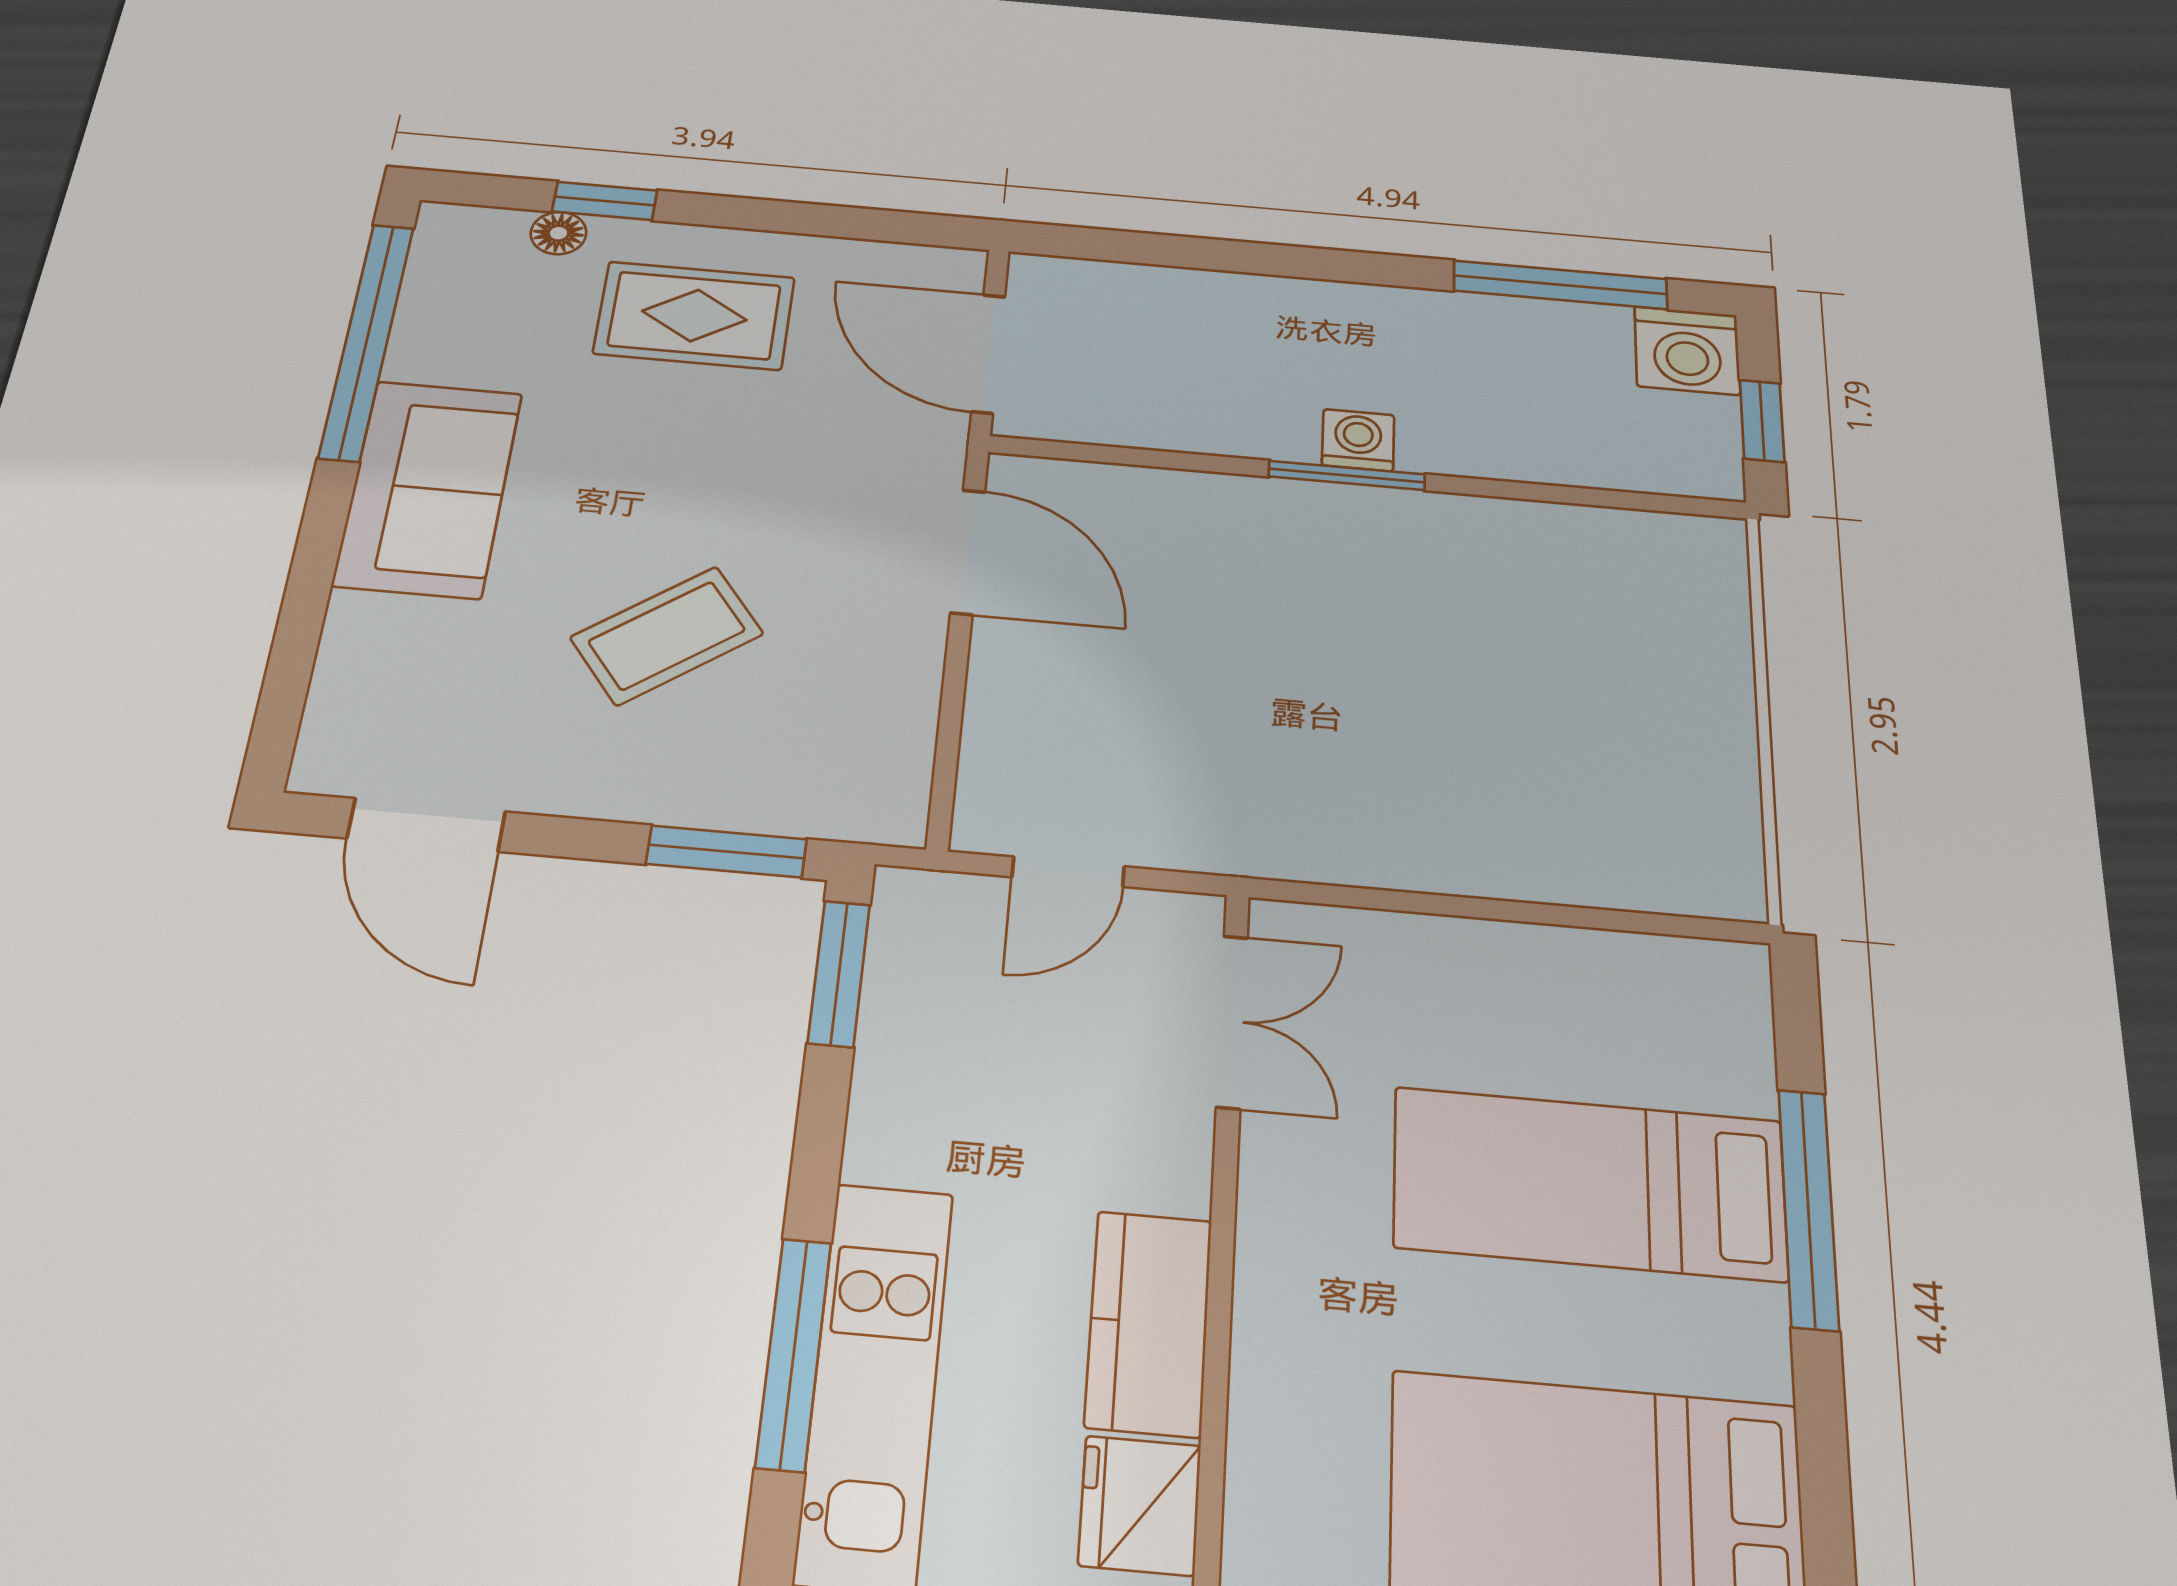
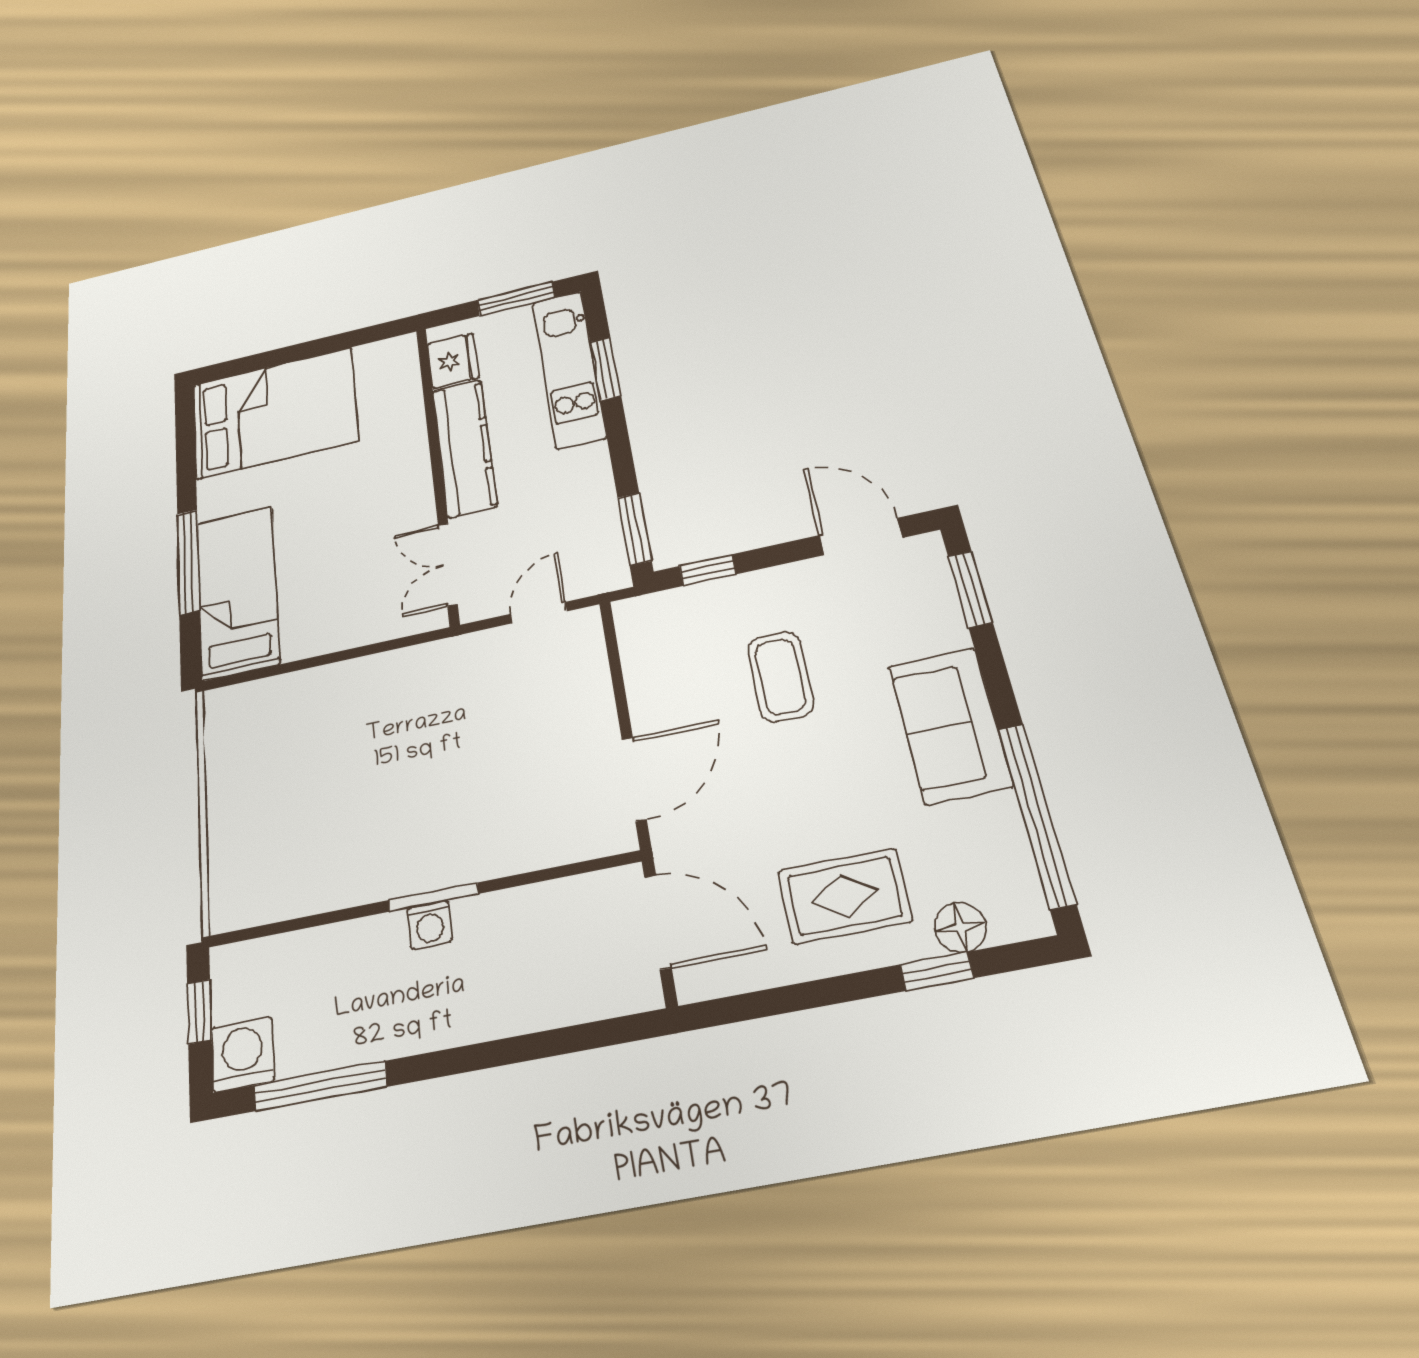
floor lamp: (559, 233) -> (960, 927), width x1.37, depth x1.37
door: (968, 552) -> (634, 779), swing flipped
coffee table: (667, 636) -> (780, 677), turned -53
window: (287, 679) -> (970, 589), added
window: (726, 852) -> (707, 570), width x0.67
bed: (1589, 1184) -> (237, 592), moved, turned -90
kitchen counter: (1149, 1323) -> (464, 448), width x1.50
window: (794, 1354) -> (605, 369), width x0.69

